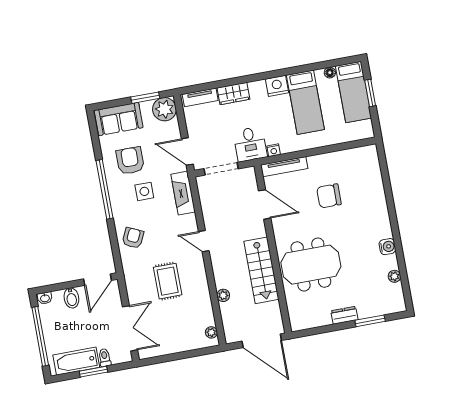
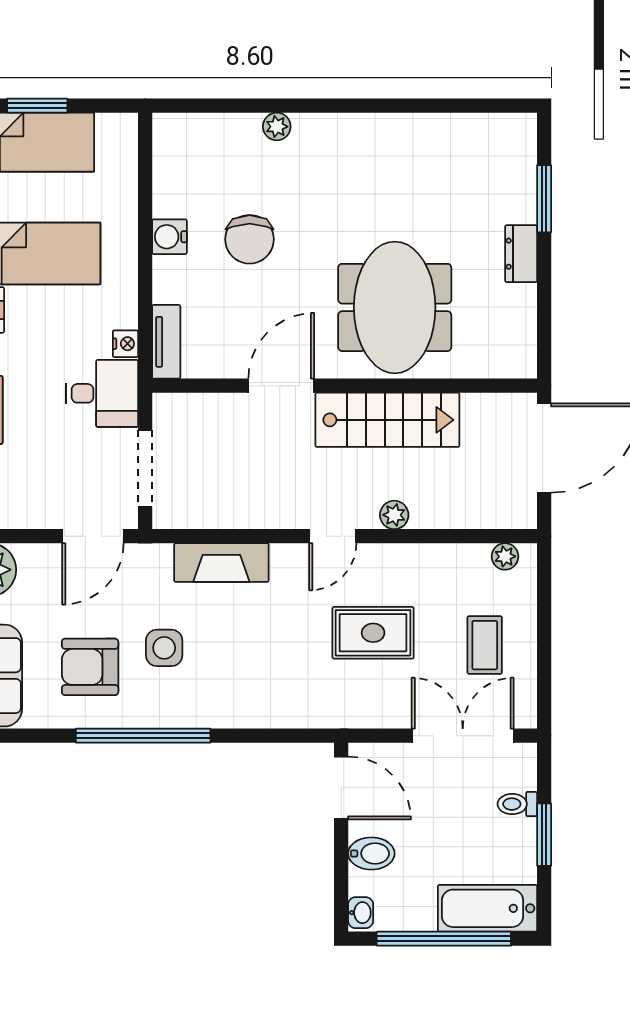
tv unit: (284, 167) -> (166, 342), width x0.71
fireplace: (183, 193) -> (221, 563), moved
door: (265, 204) -> (281, 386), moved
armchair: (133, 238) -> (263, 692), removed
door: (204, 241) -> (333, 536), moved
water cooler: (387, 247) -> (169, 237), moved, turned -90
plant: (394, 276) -> (277, 127), moved
plant: (223, 295) -> (394, 515), moved
coffee table: (171, 331) -> (485, 645), added
bathtub: (76, 361) -> (487, 908), moved, turned 90

